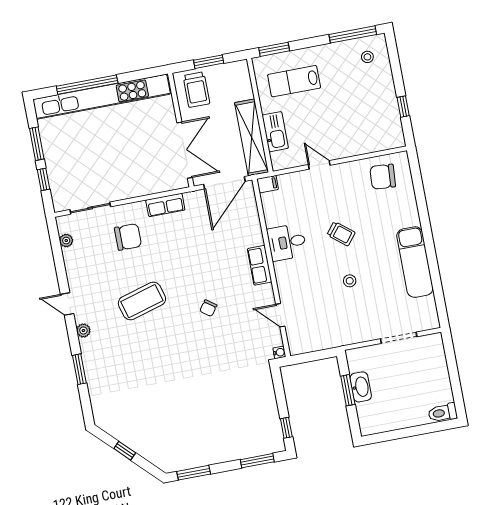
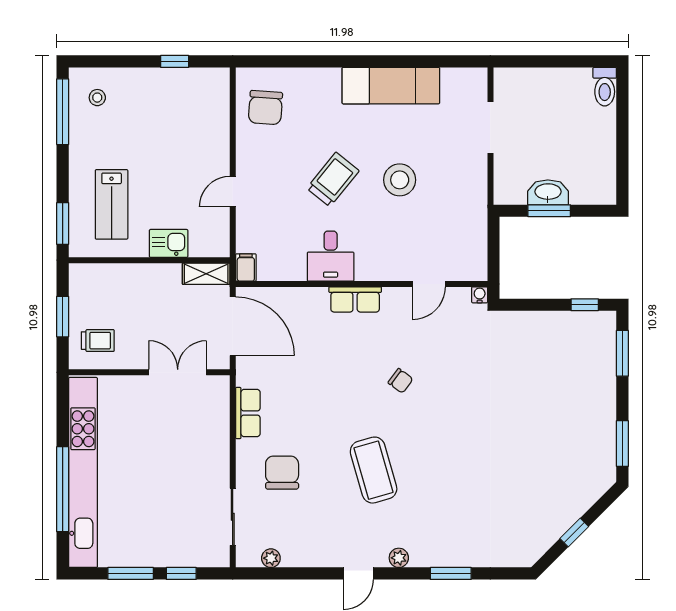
trolley: (196, 90) -> (98, 341), width x0.73, depth x0.72
kitchen sink: (275, 132) -> (169, 243), width x0.73
shelving: (252, 137) -> (206, 274), width x0.45, depth x0.75
double door: (185, 150) -> (178, 372), width x0.73
trolley: (341, 234) -> (333, 179), width x1.36, depth x1.39
stool: (350, 281) -> (400, 180), width x1.89, depth x1.89

